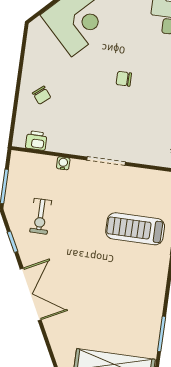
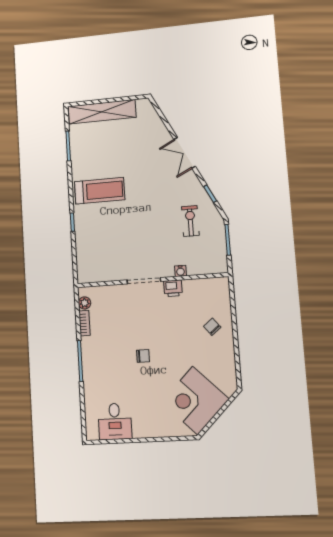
printer: (36, 141) -> (173, 288), moved
treadmill: (135, 229) -> (100, 191), moved
double door: (31, 294) -> (185, 153), width x0.73

